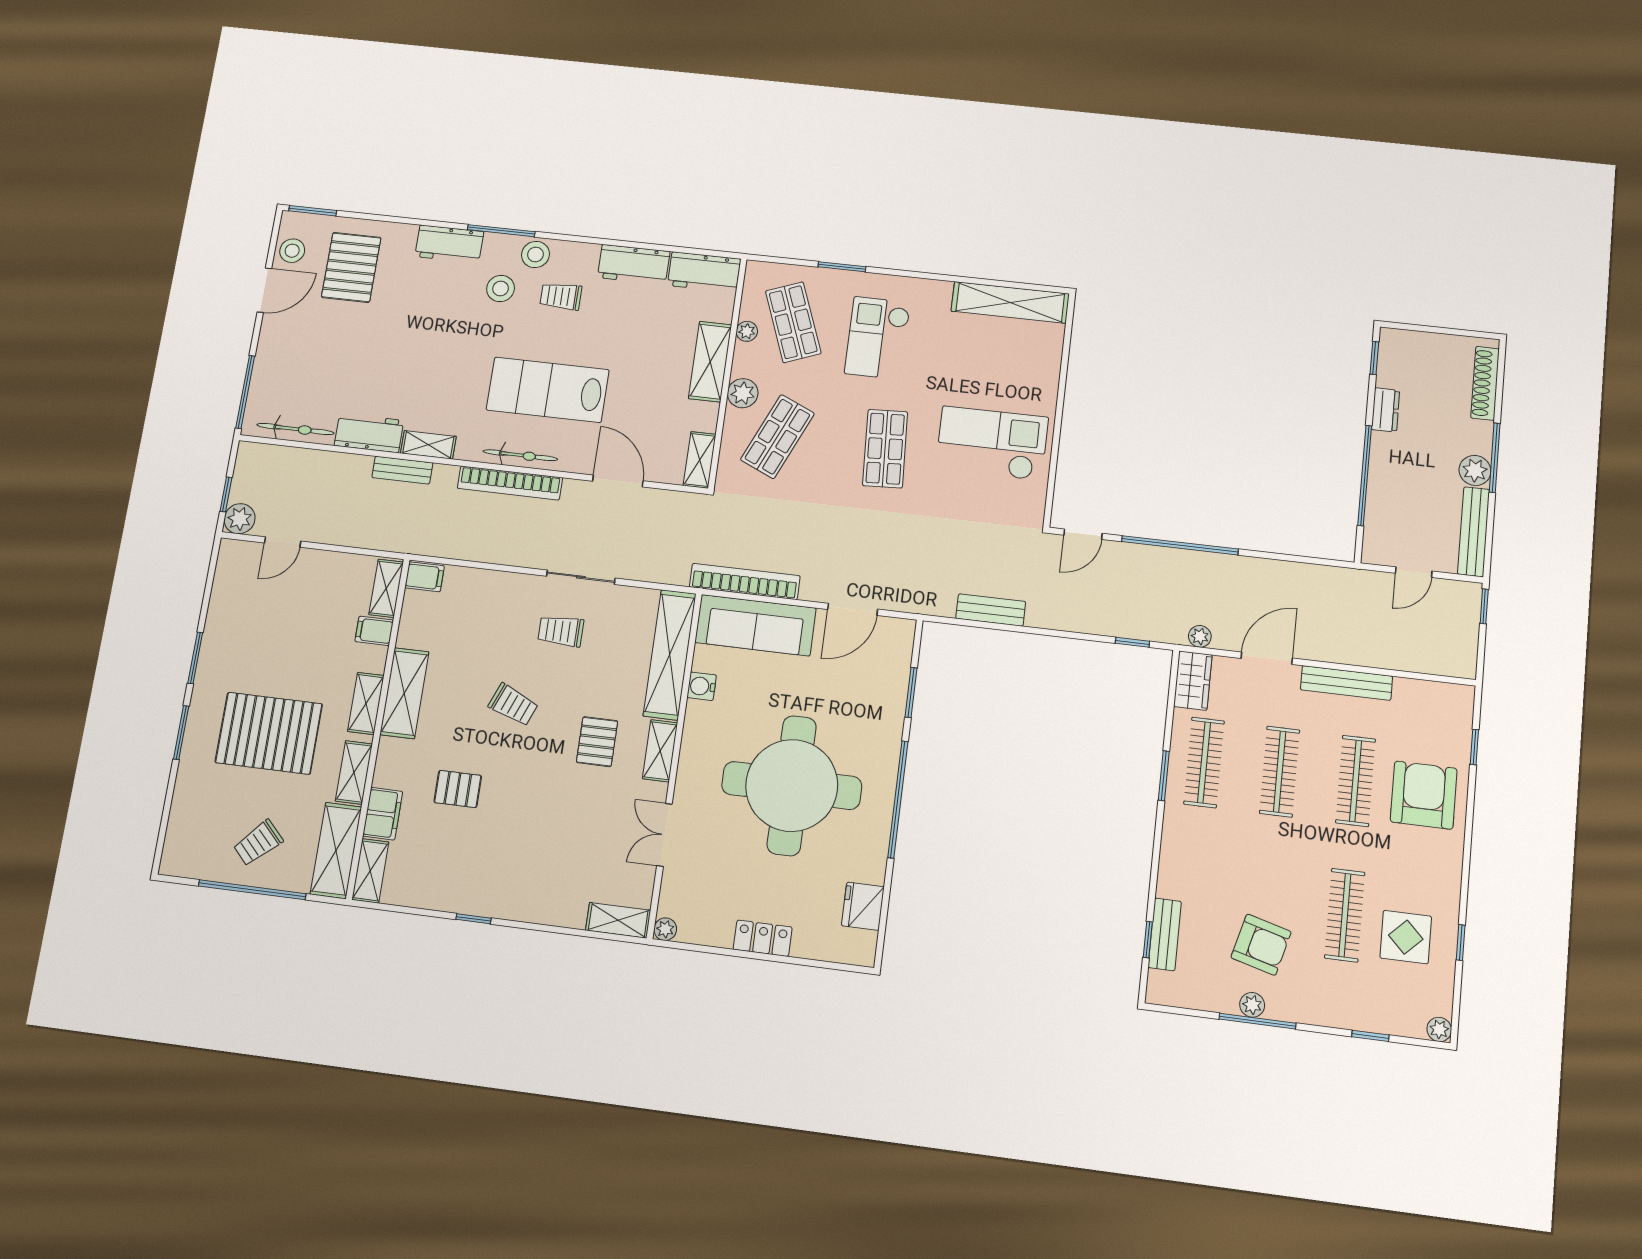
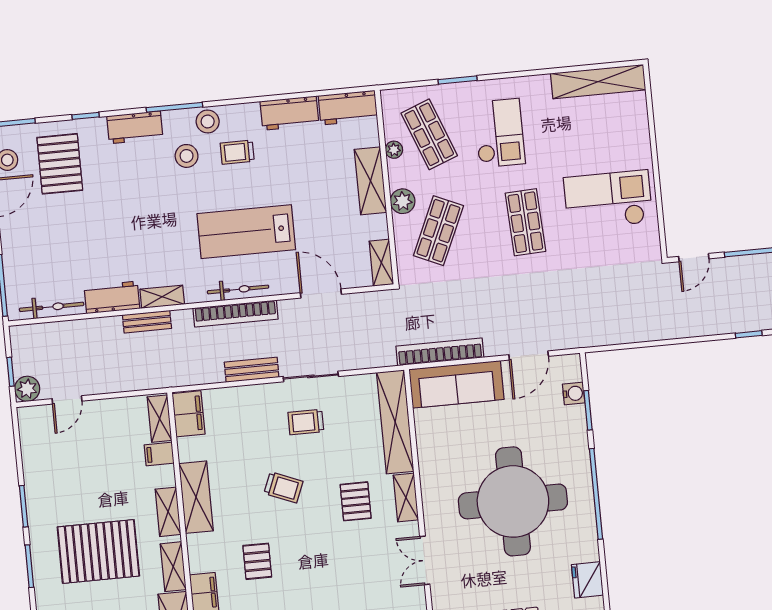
window: (396, 219) -> (86, 116), added
checkout: (878, 338) -> (499, 133), turned 180
filing cabinet: (425, 577) -> (189, 414), width x2.00
bench: (991, 610) -> (252, 370), moved
water cooler: (702, 686) -> (574, 393), moved, turned 180
pallet: (458, 789) -> (257, 561), turned 90

